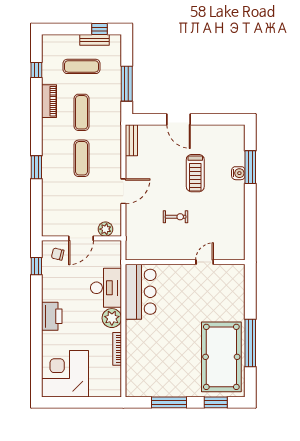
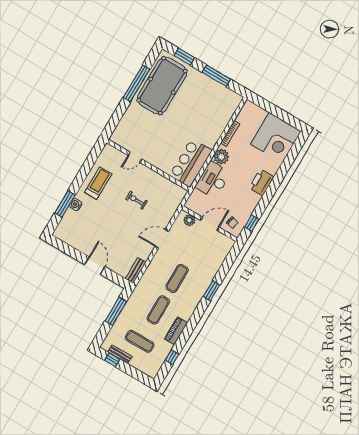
treadmill: (195, 173) -> (98, 183), moved

